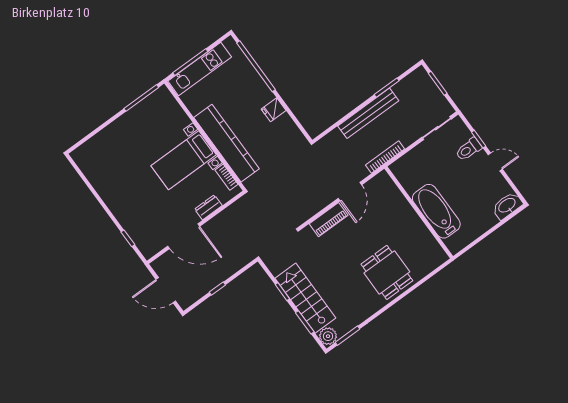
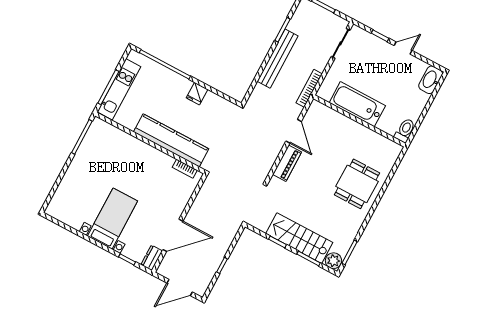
toilet: (469, 149) -> (405, 130), moved, turned 180
bed with nightstands: (184, 160) -> (112, 219), moved, turned 180
dresser: (208, 207) -> (152, 258), moved
bathtub: (436, 211) -> (357, 104), moved
dining table: (387, 272) -> (357, 184), turned 90

